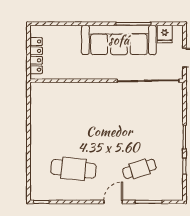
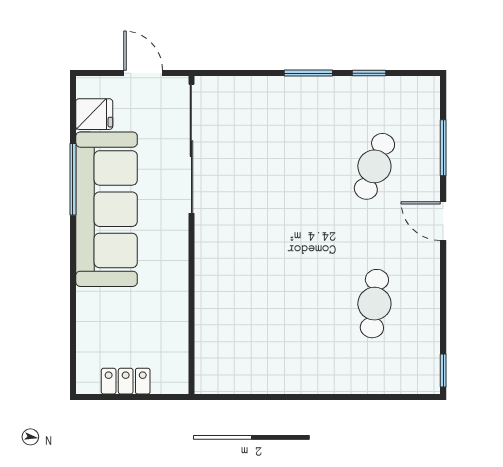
locker: (36, 56) -> (126, 381), width x0.66
cafe table: (73, 169) -> (374, 304), width x0.73, depth x0.74
cafe table: (140, 169) -> (374, 166), turned 39

